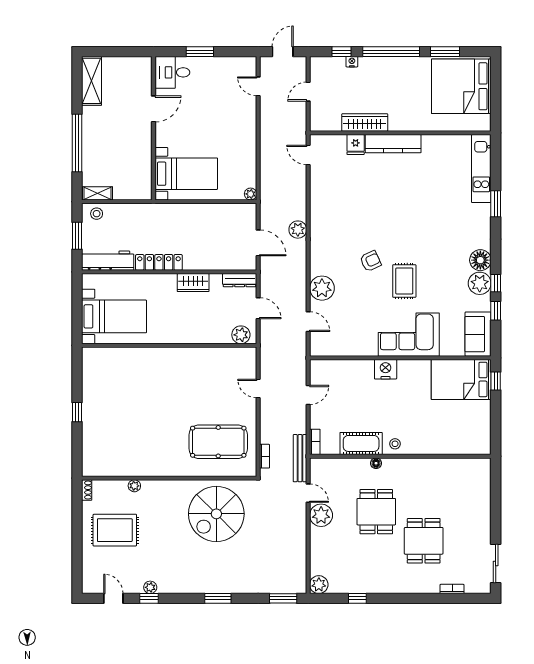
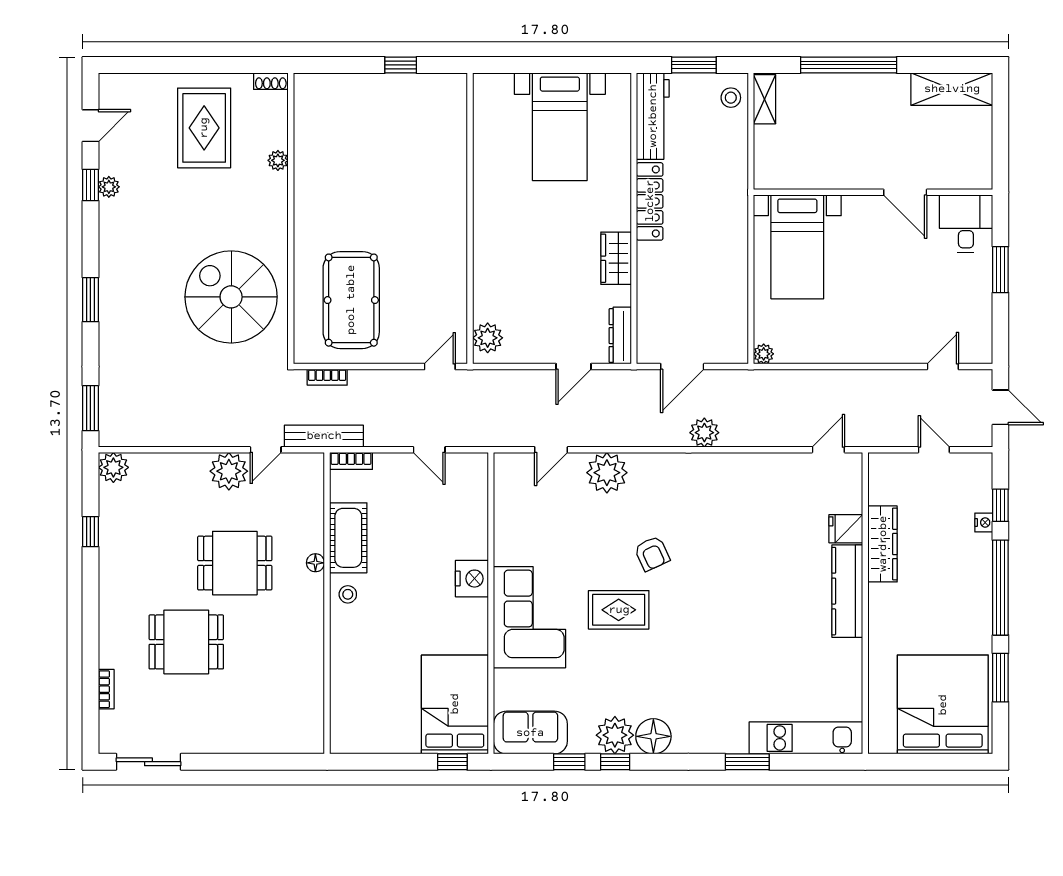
plant: (241, 335) -> (488, 338), moved
wall: (169, 345) -> (470, 218), moved

